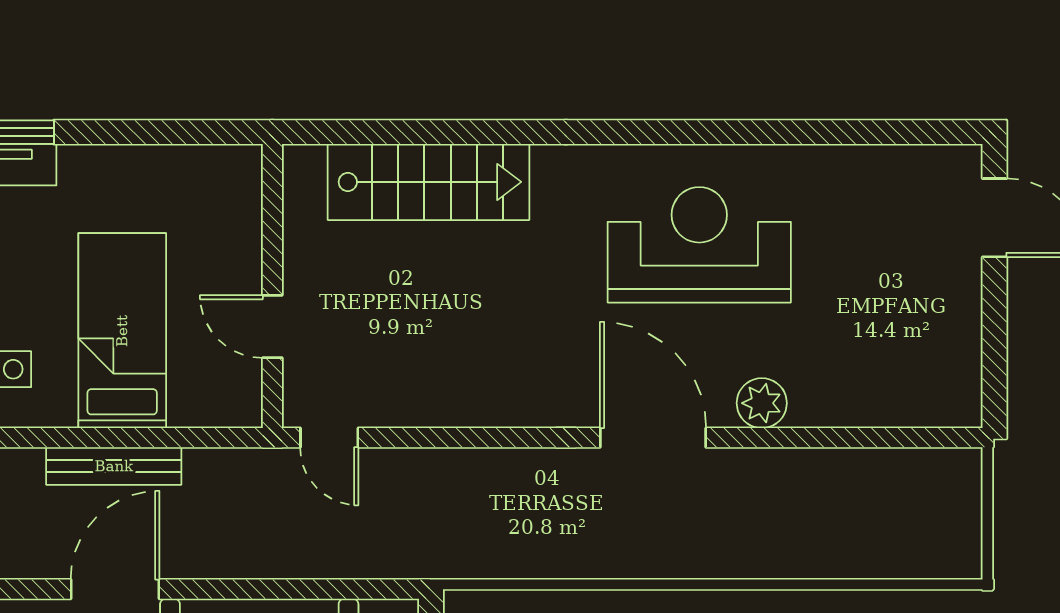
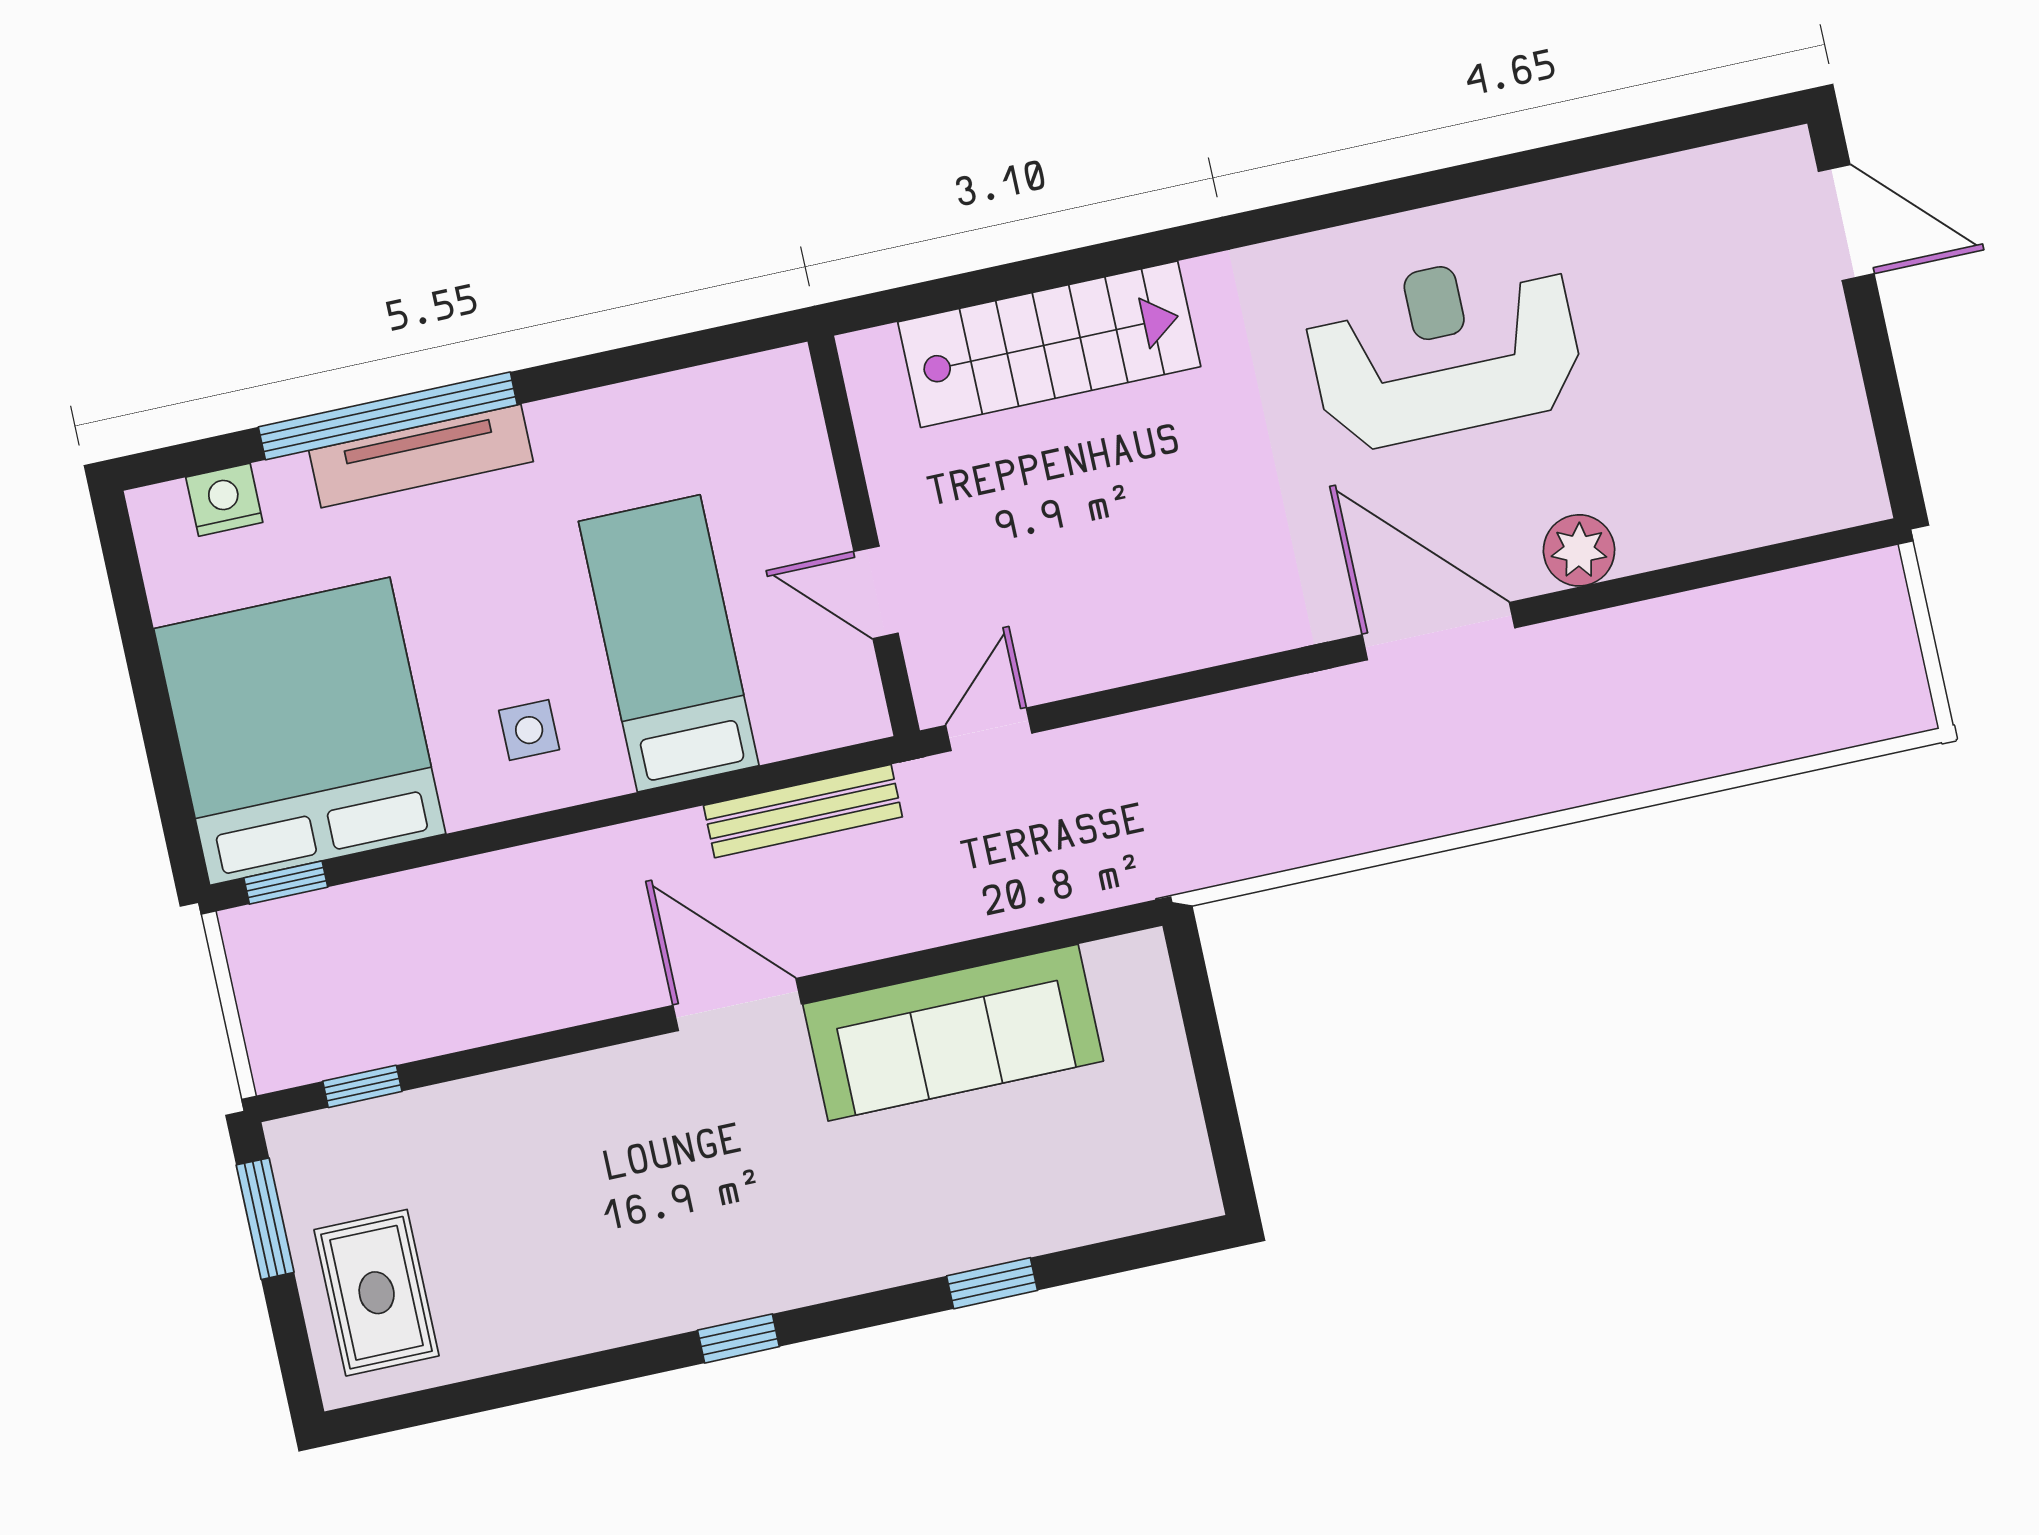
door: (329, 438) -> (989, 729), swing flipped
bench: (114, 466) -> (803, 811), moved
door: (115, 589) -> (737, 1005), hinge flipped

